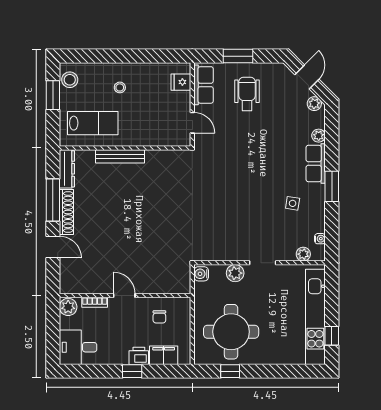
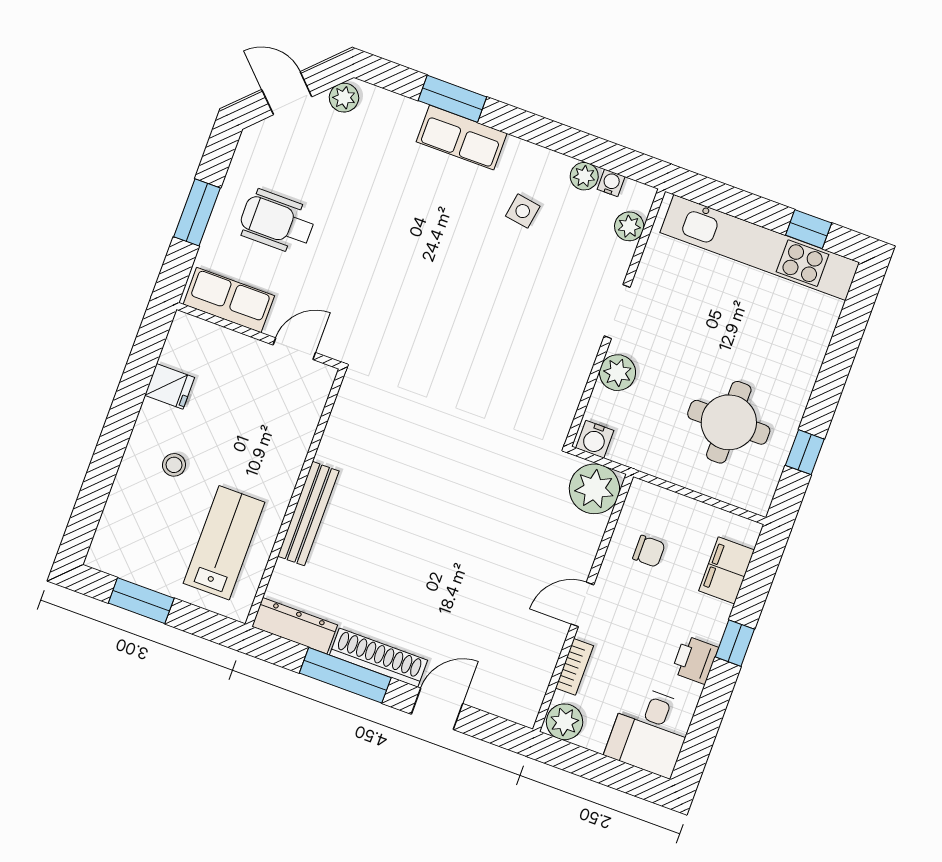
stool: (70, 80) -> (123, 557), removed
fridge: (181, 82) -> (170, 386), moved, turned -90
plant: (319, 136) -> (584, 176), moved
window: (332, 186) -> (452, 99), moved
plant: (179, 282) -> (594, 489), added
round table: (231, 332) -> (729, 422), width x0.73, depth x0.73
printer: (139, 356) -> (695, 660), moved

